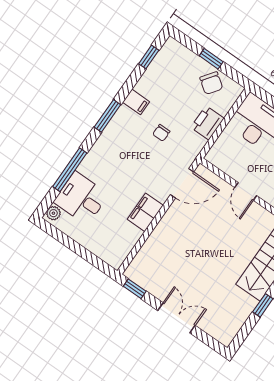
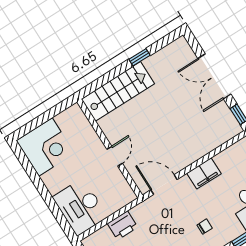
chair: (161, 133) -> (205, 227), moved
double door: (176, 318) -> (214, 76), width x1.37

